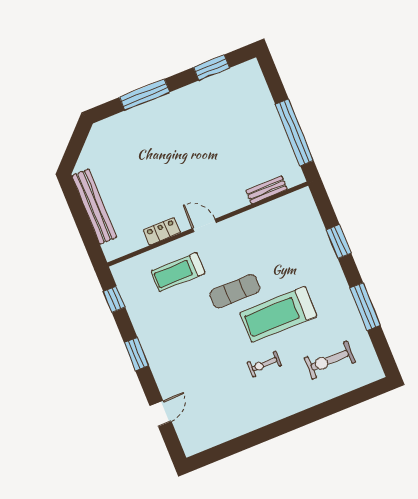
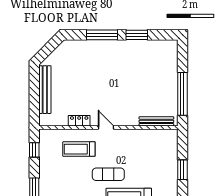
window: (212, 67) -> (137, 35), moved
bench: (267, 190) -> (156, 121), width x1.36

